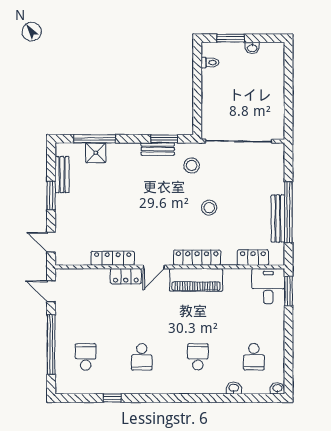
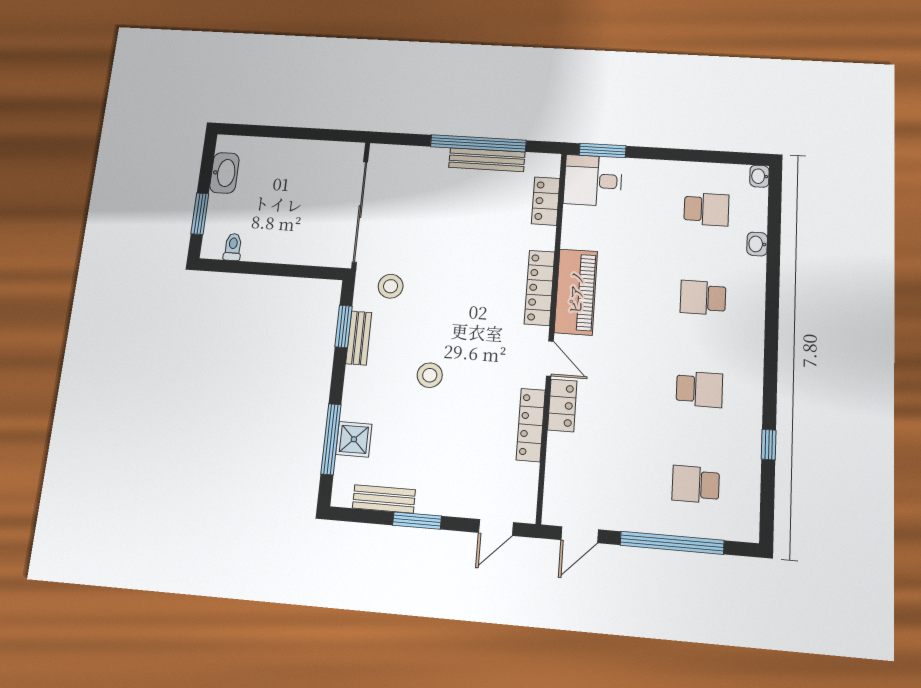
washbasin: (252, 48) -> (224, 173), width x1.91, depth x1.45
stool: (209, 208) -> (430, 375), moved

